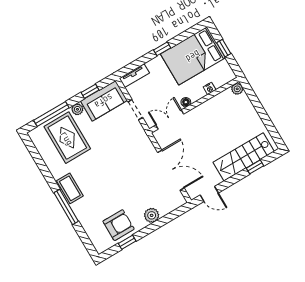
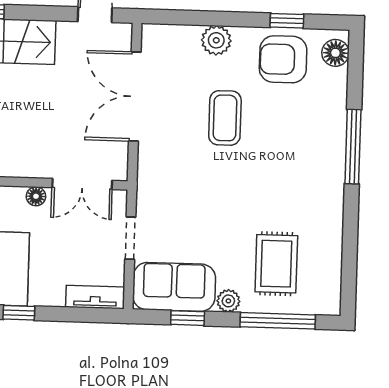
rug: (67, 138) -> (276, 264), width x0.73, depth x0.70
coffee table: (70, 188) -> (225, 118), moved
floor lamp: (98, 242) -> (335, 53), added

